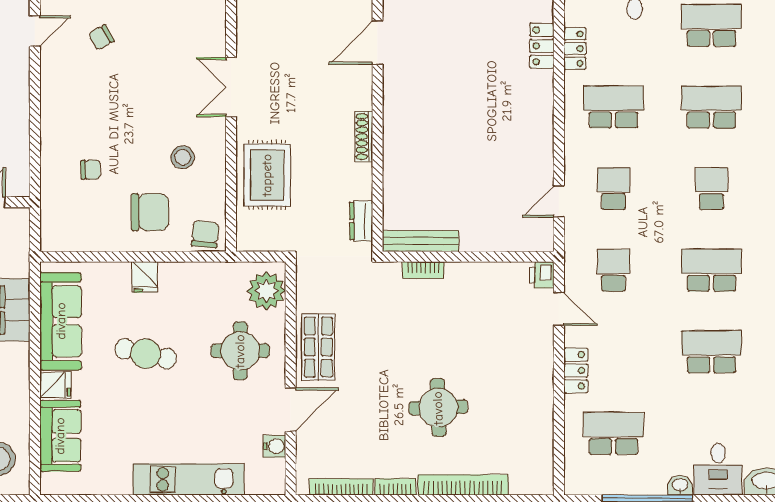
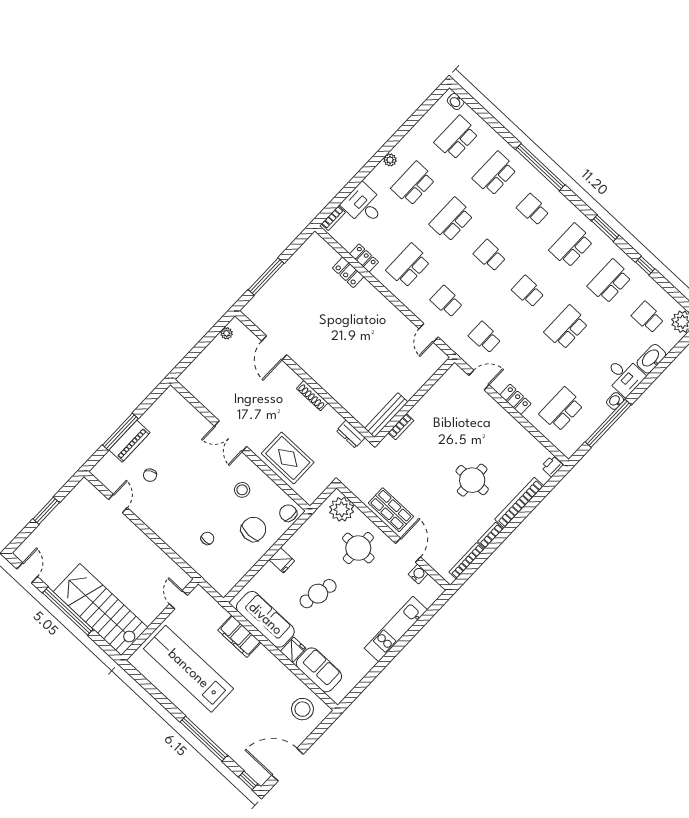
school desk: (711, 270) -> (528, 291), width x0.54
printer: (542, 275) -> (552, 466), moved, turned 90

